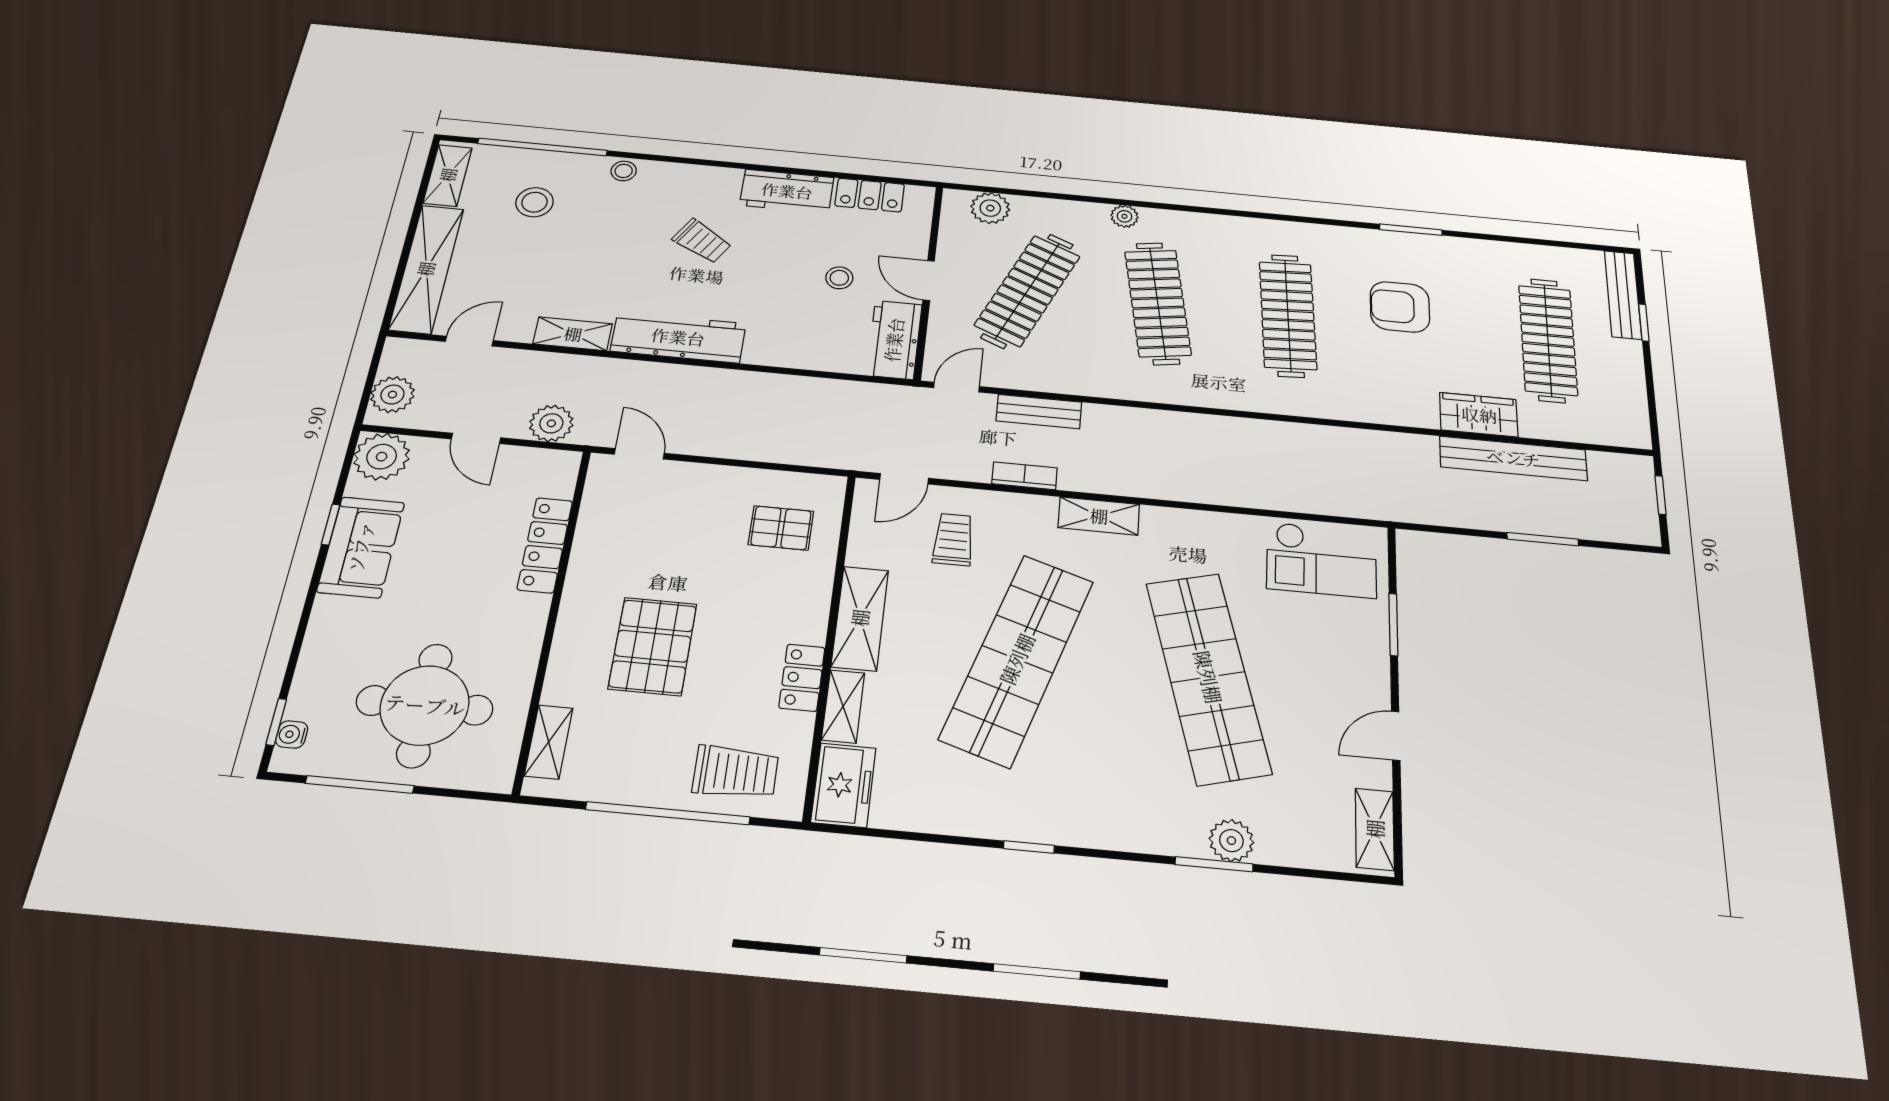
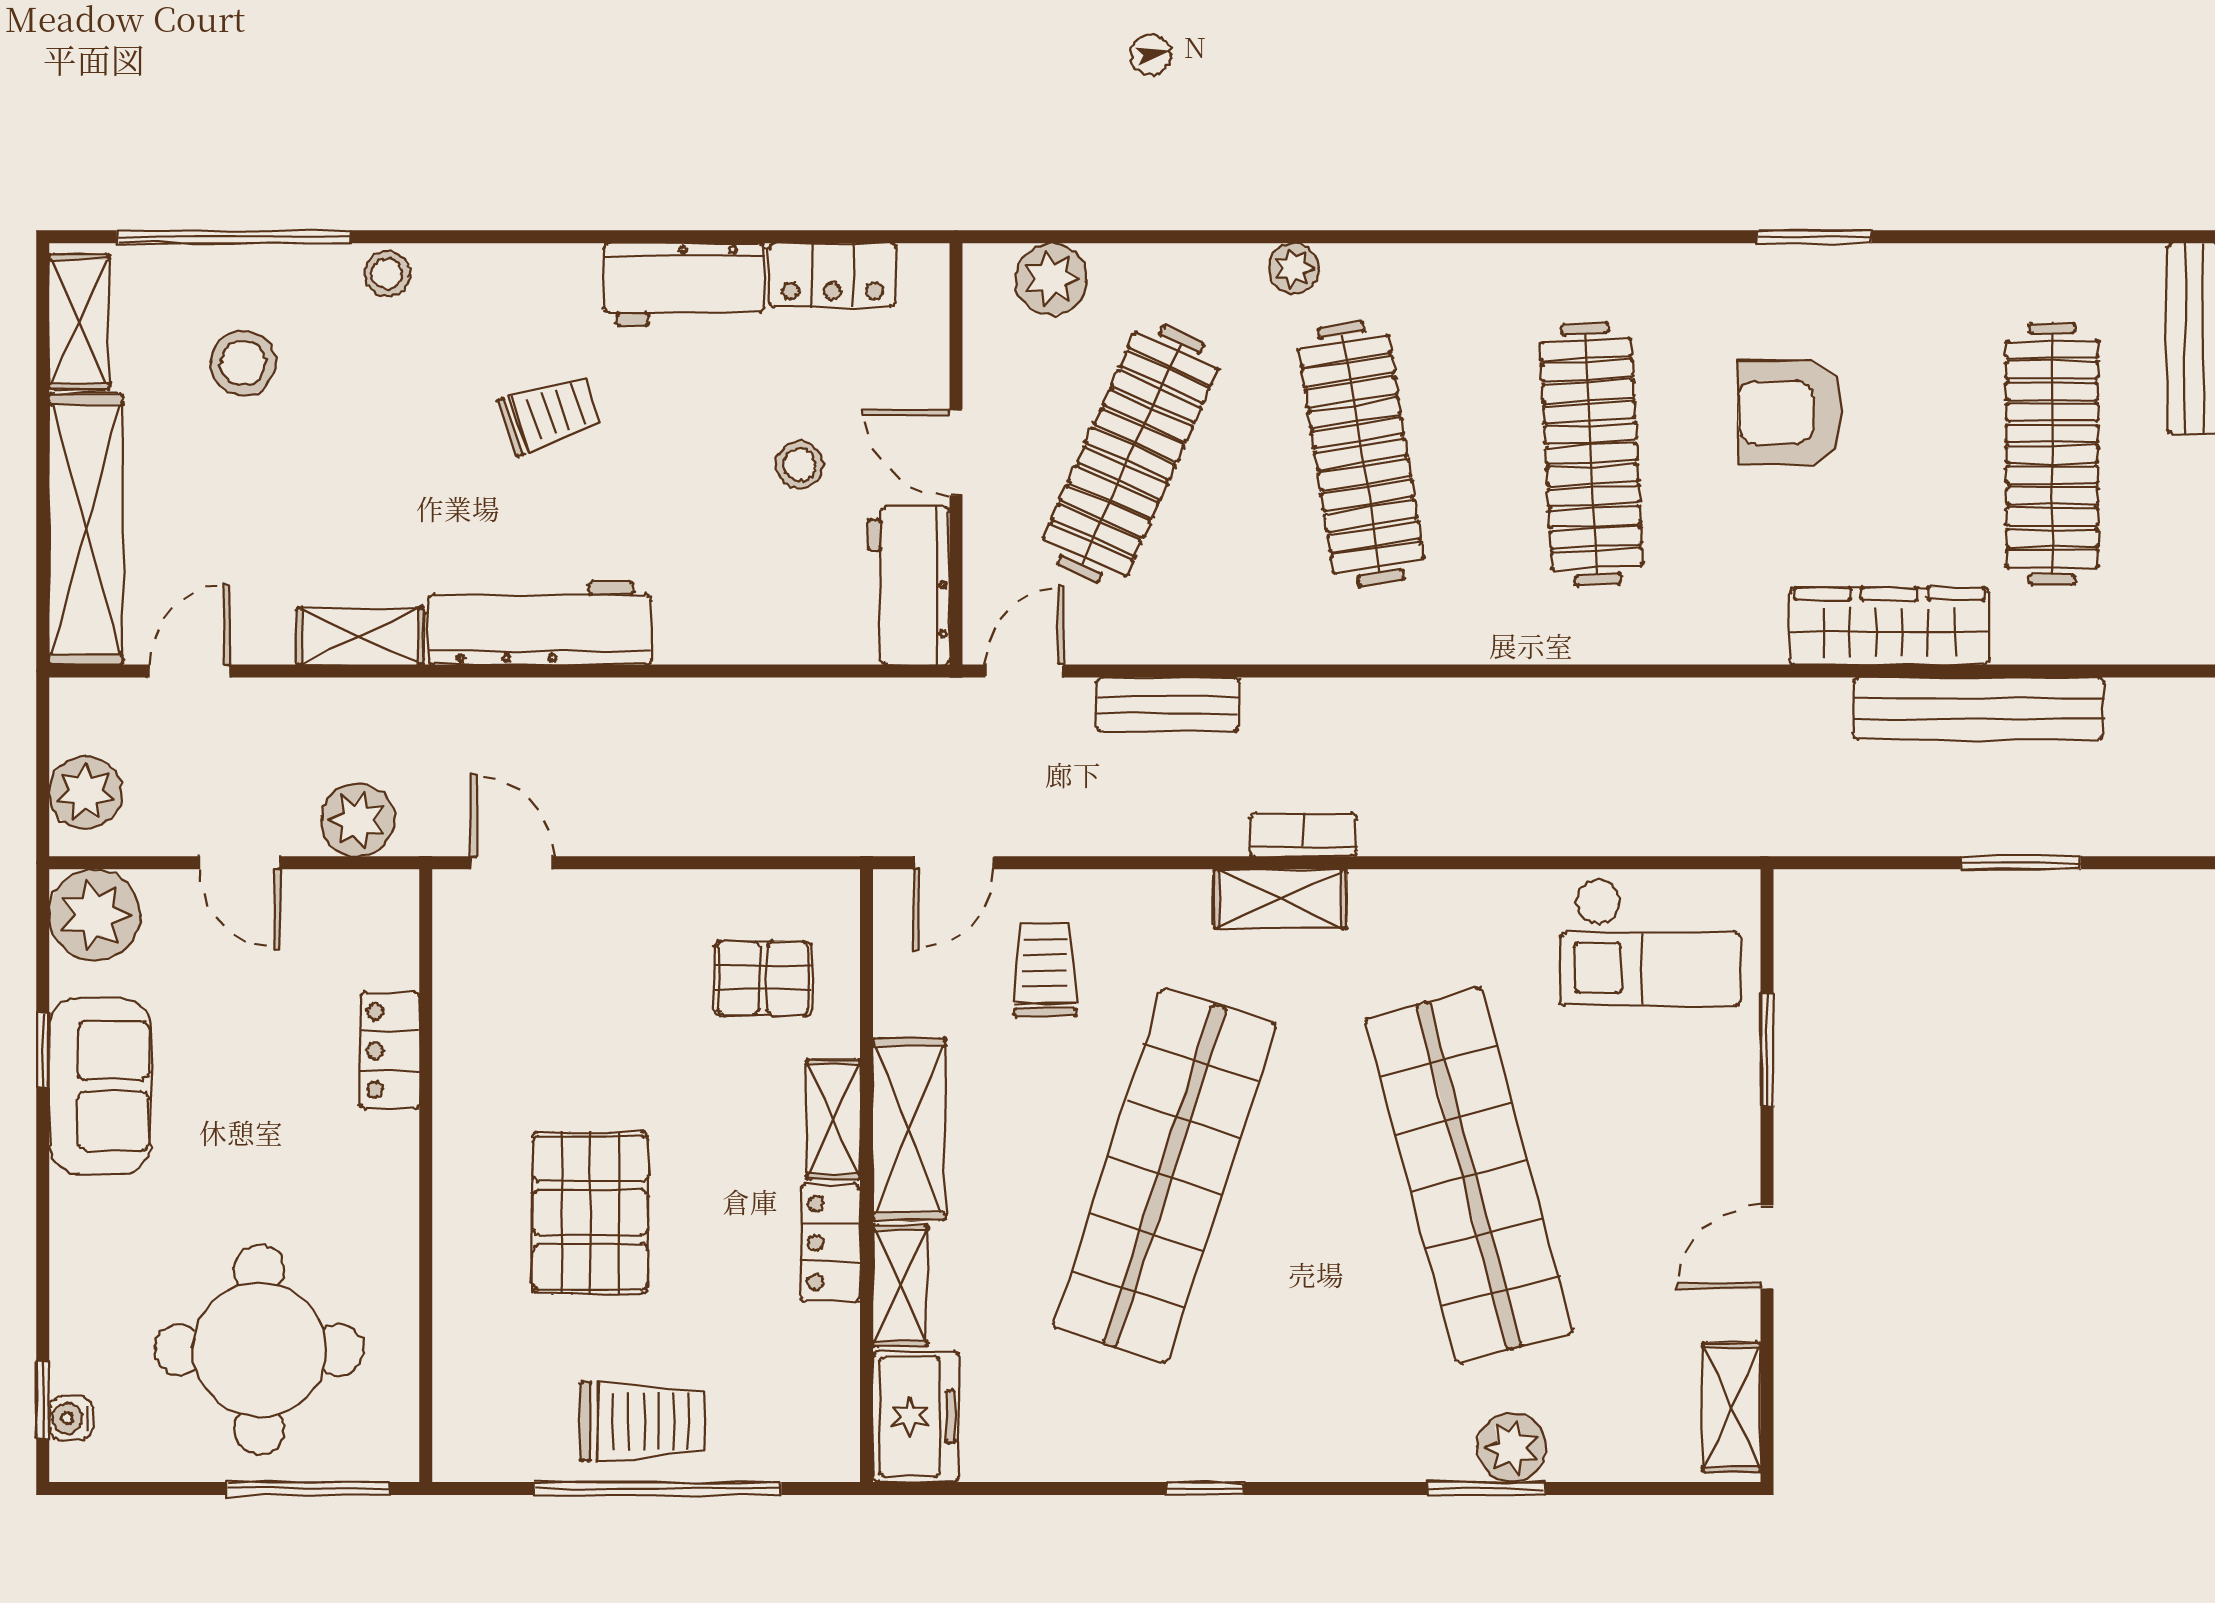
trolley: (702, 241) -> (550, 414), turned -50
wardrobe: (1479, 415) -> (1889, 626), width x1.50
bookcase: (1025, 476) -> (1303, 835), moved
locker: (545, 545) -> (390, 1051), width x0.66
shelving: (549, 742) -> (833, 1119), moved
trolley: (735, 772) -> (642, 1422), moved
window: (360, 784) -> (308, 1489), moved

